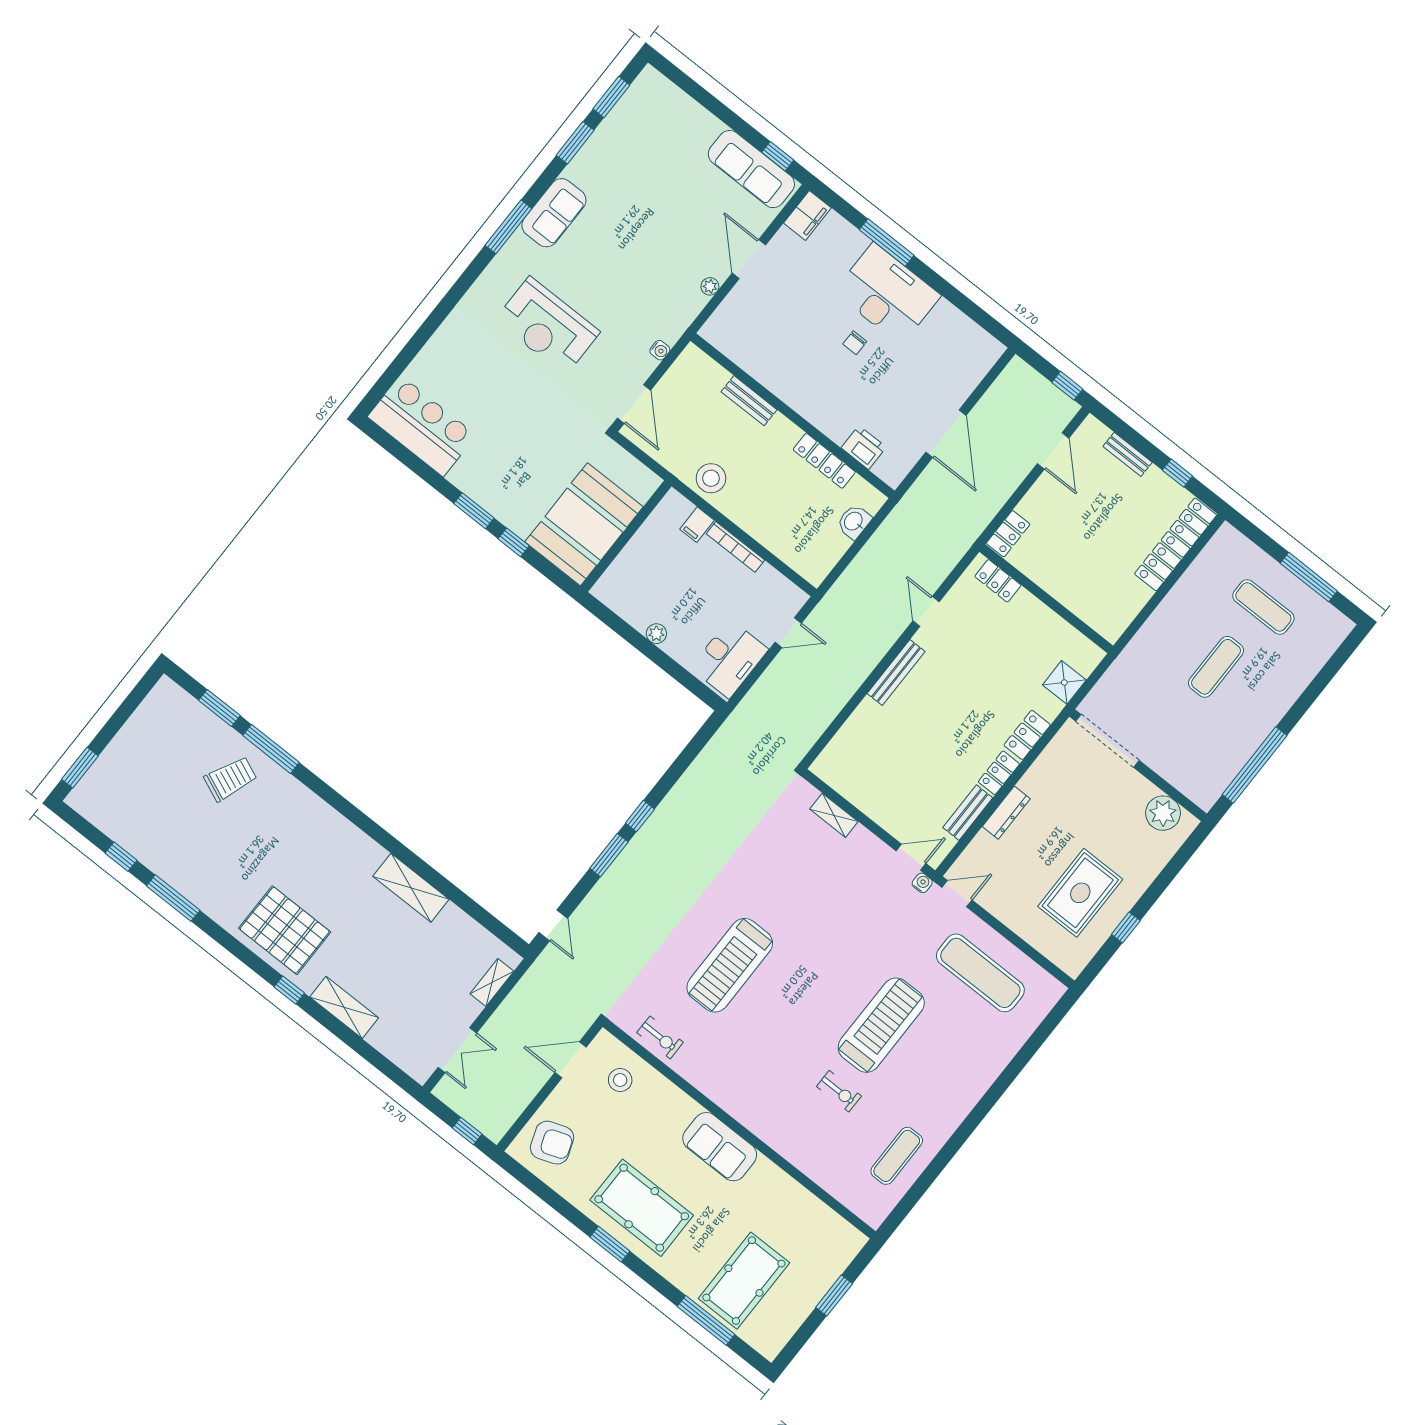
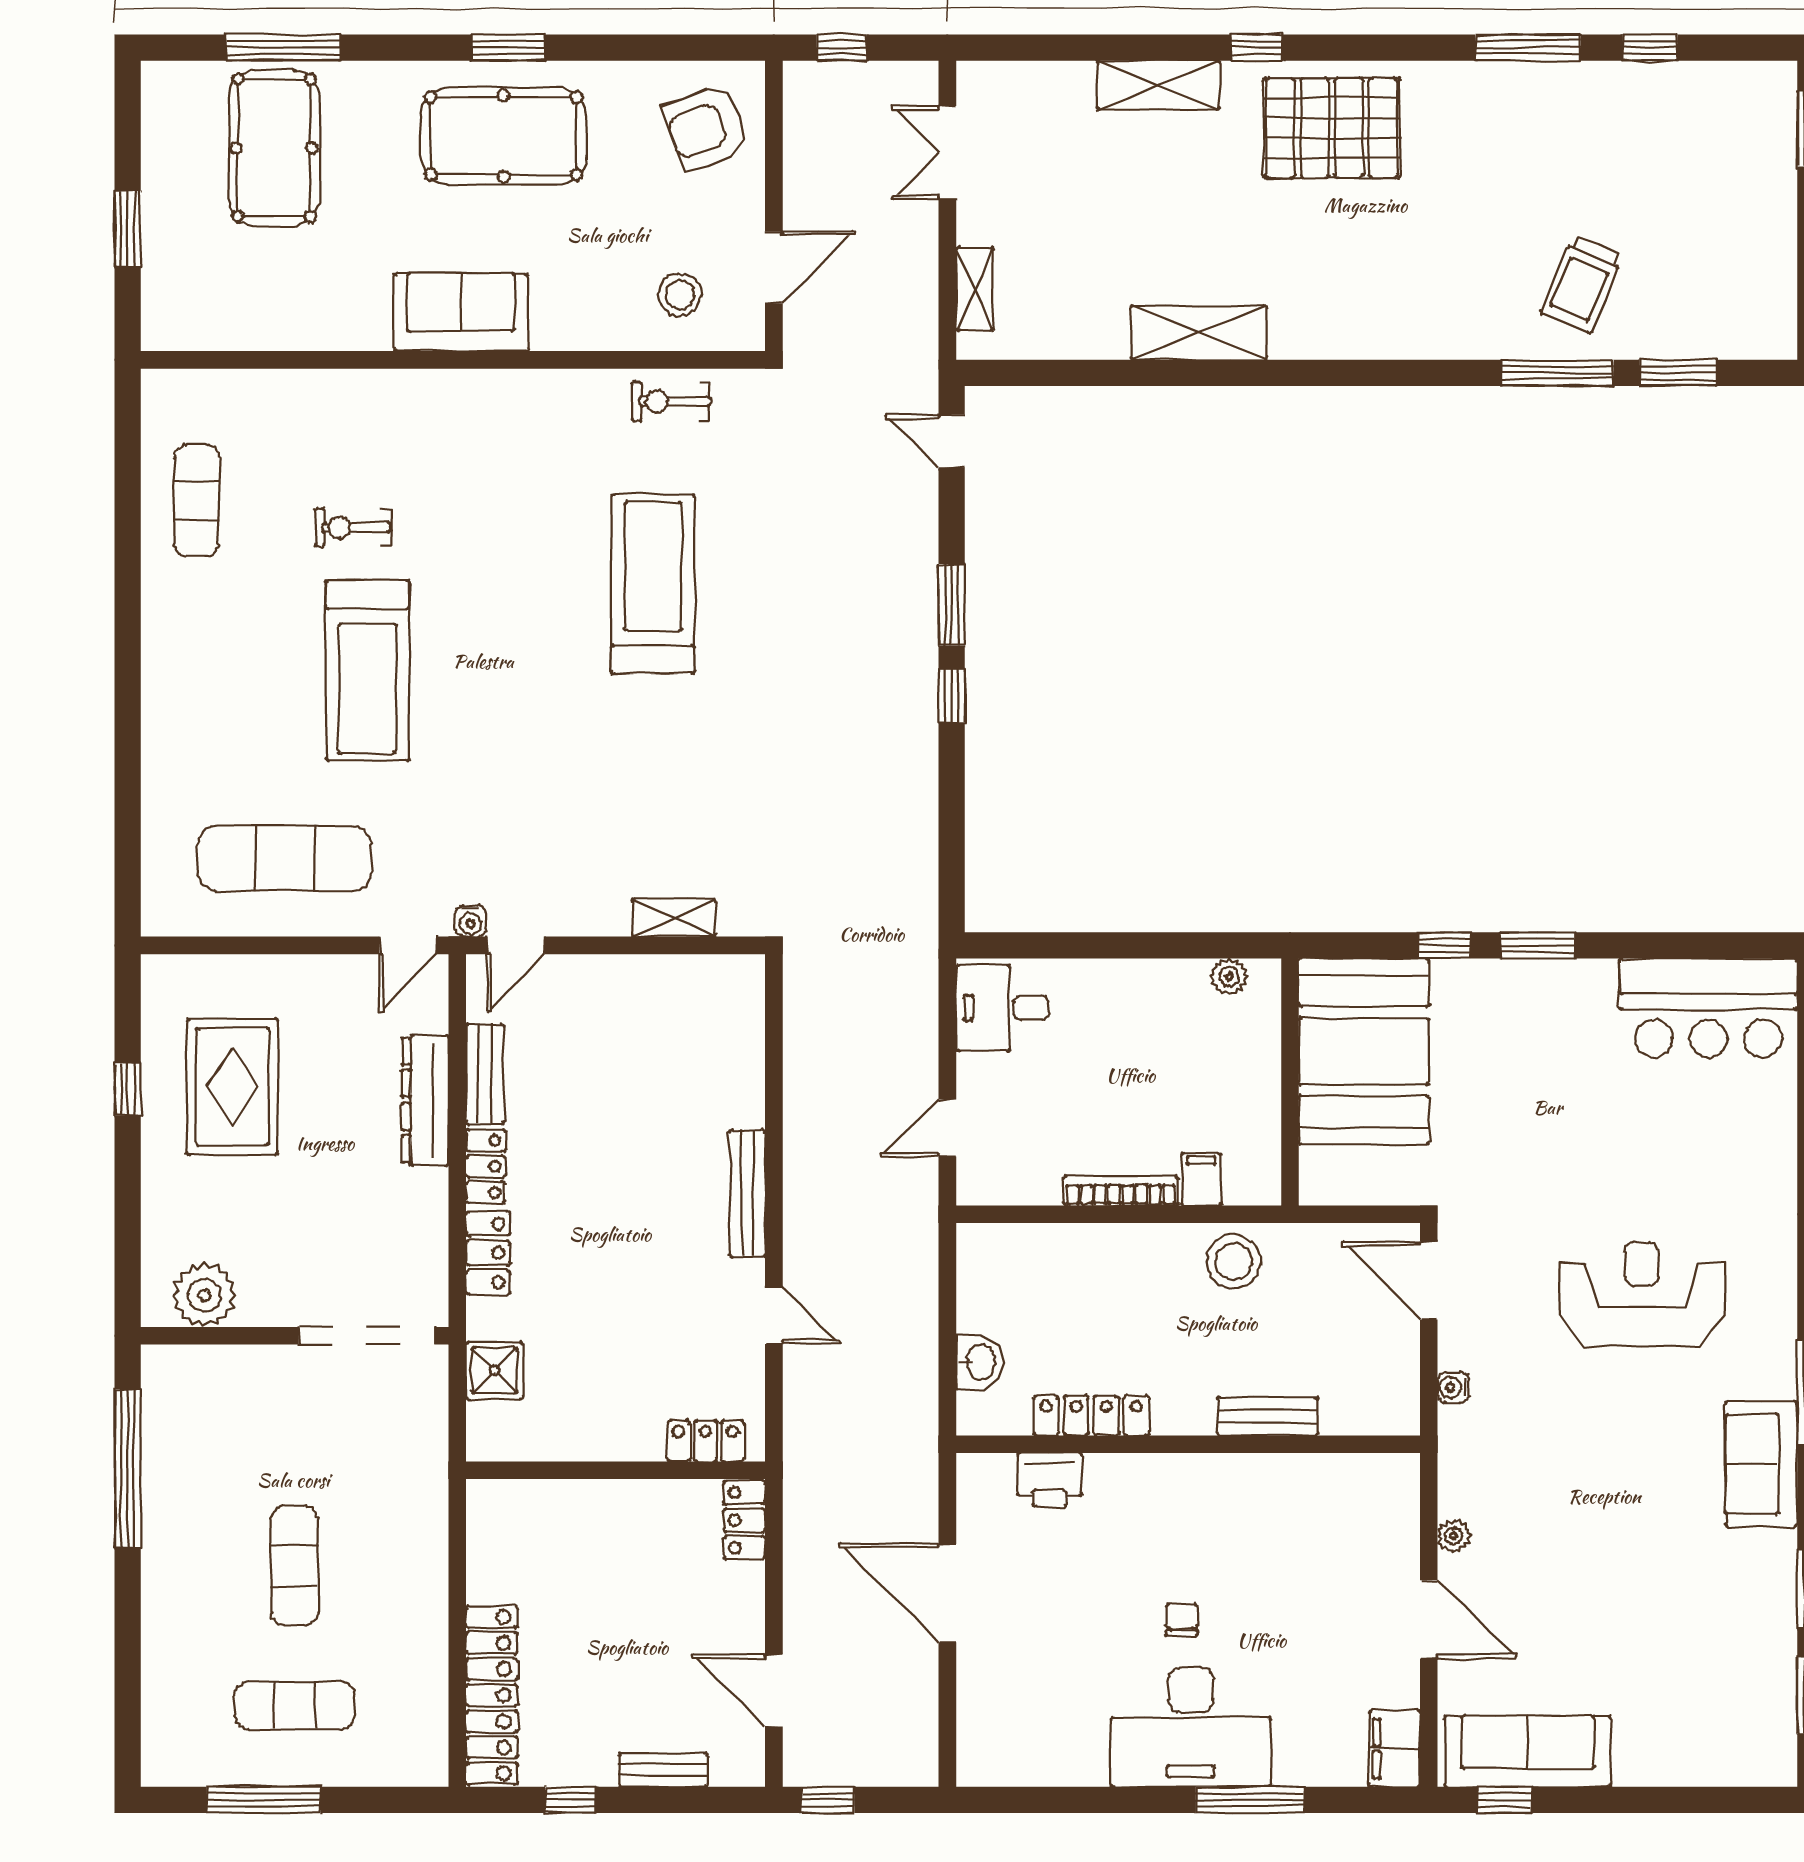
plant: (656, 634) -> (1229, 977), moved
desk: (729, 659) -> (1002, 1008), width x0.73
dresser: (1006, 813) -> (425, 1100), width x1.37, depth x1.24

